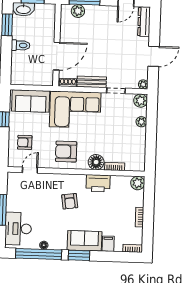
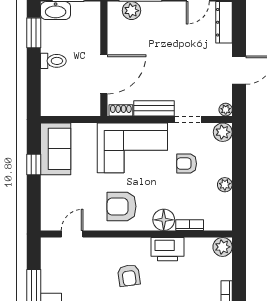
sofa: (31, 101) -> (56, 149), moved, turned -90
plant: (141, 122) -> (225, 185), moved
armchair: (25, 142) -> (187, 164), moved

